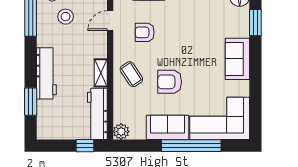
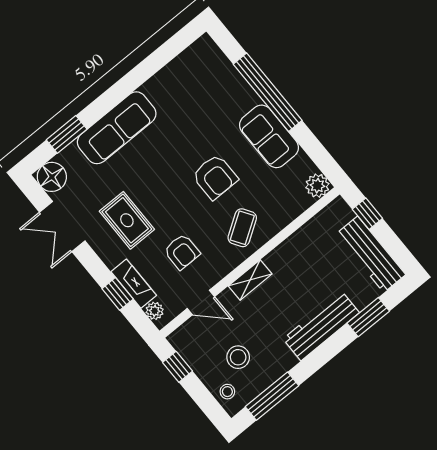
rug: (185, 17) -> (127, 220), added
sofa: (237, 59) -> (117, 128), width x1.36
shelving: (101, 73) -> (250, 280), moved
workbench: (97, 114) -> (371, 254), moved, turned 90
corner sofa: (220, 118) -> (210, 85), removed

